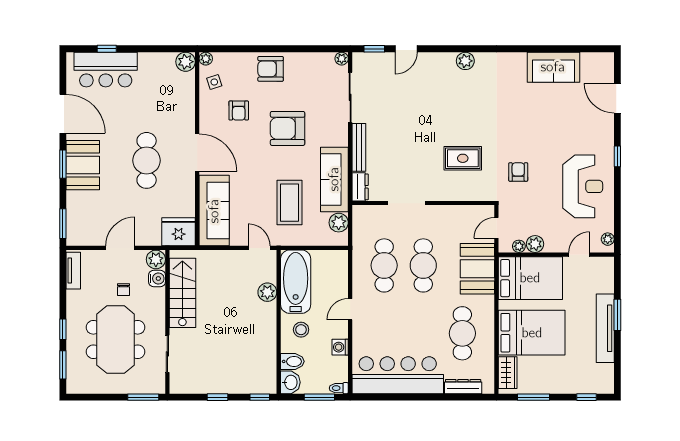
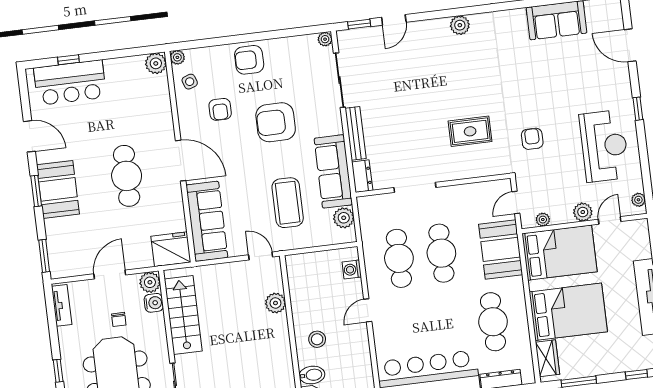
door: (63, 114) -> (29, 136), width x0.73
plant: (535, 244) -> (583, 212), moved
bathtub: (296, 282) -> (305, 288), removed
washing machine: (340, 347) -> (352, 269), moved

